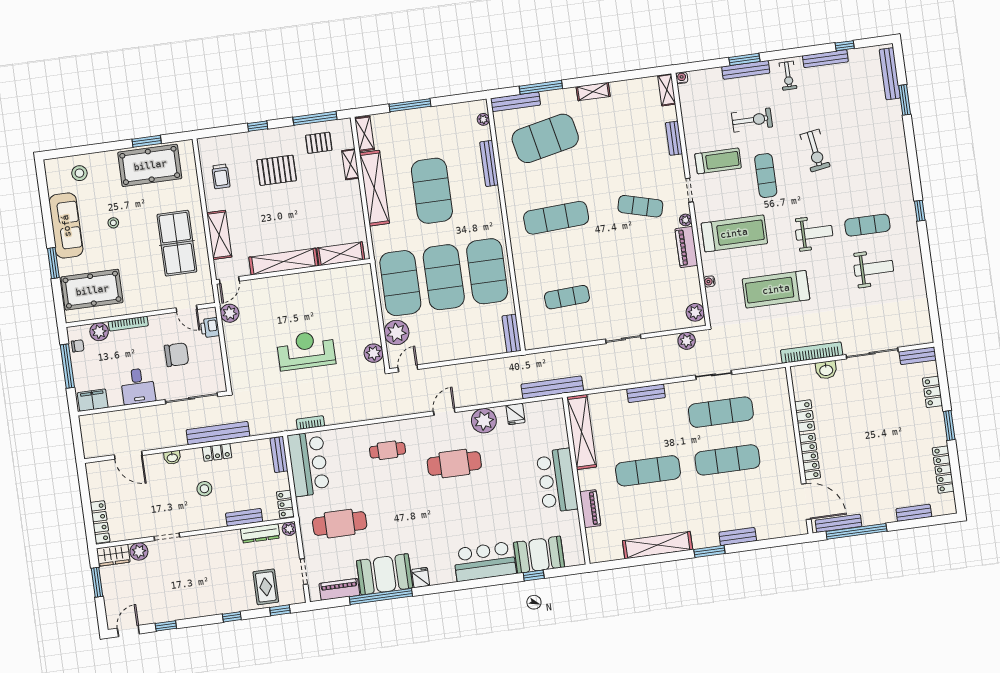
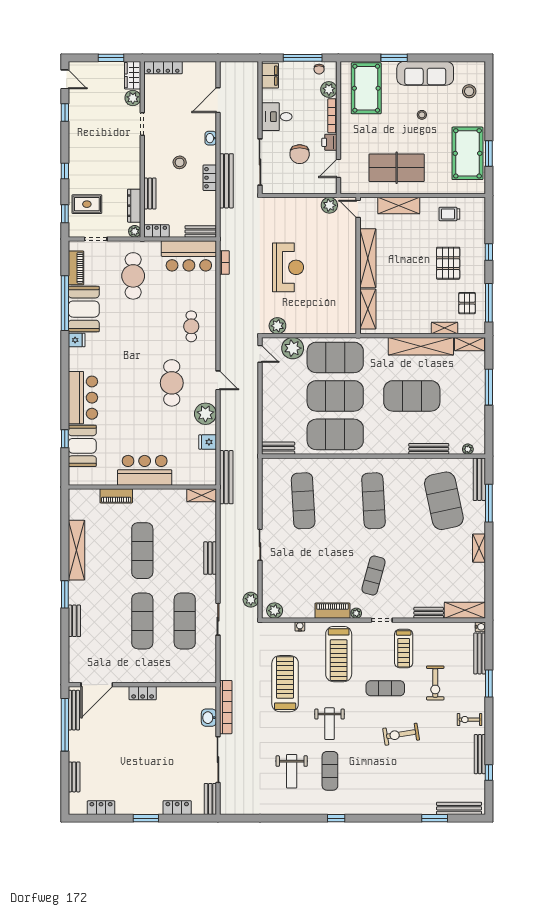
bench: (746, 70) -> (480, 653), moved
shelving: (667, 90) -> (465, 610), width x1.50, depth x1.33
exercise mat: (567, 297) -> (303, 501), width x1.36, depth x1.45
printer: (210, 328) -> (329, 142), moved, turned -90
locker: (805, 416) -> (171, 693), removed
shelving: (582, 432) -> (202, 495), width x0.45, depth x0.75
locker: (810, 456) -> (143, 693), width x0.66
locker: (943, 470) -> (101, 808), width x0.66

